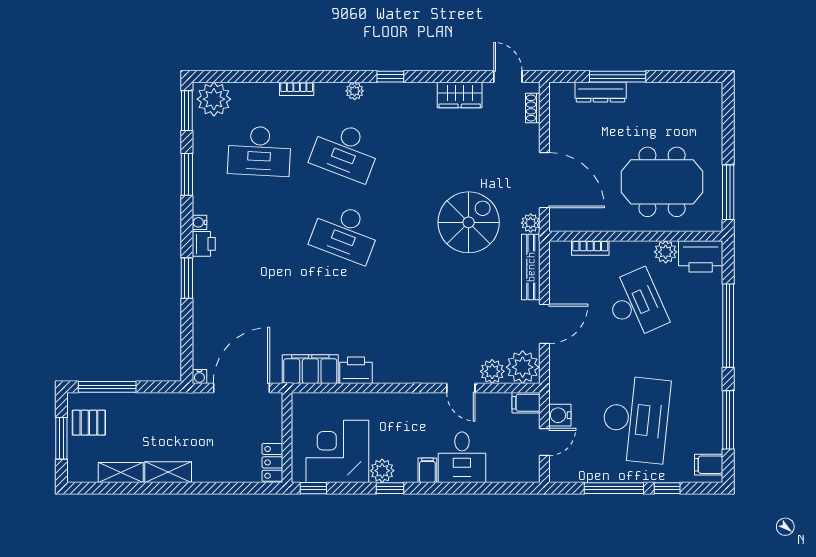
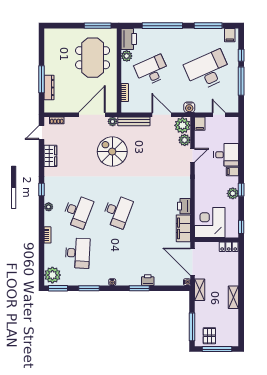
printer: (204, 244) -> (148, 280), moved
water cooler: (560, 415) -> (189, 107), moved
desk: (636, 419) -> (208, 70), turned -30
window: (61, 438) -> (217, 349), width x1.44
corner desk: (337, 451) -> (210, 222), moved, turned 90
shelving: (121, 472) -> (200, 290), moved

